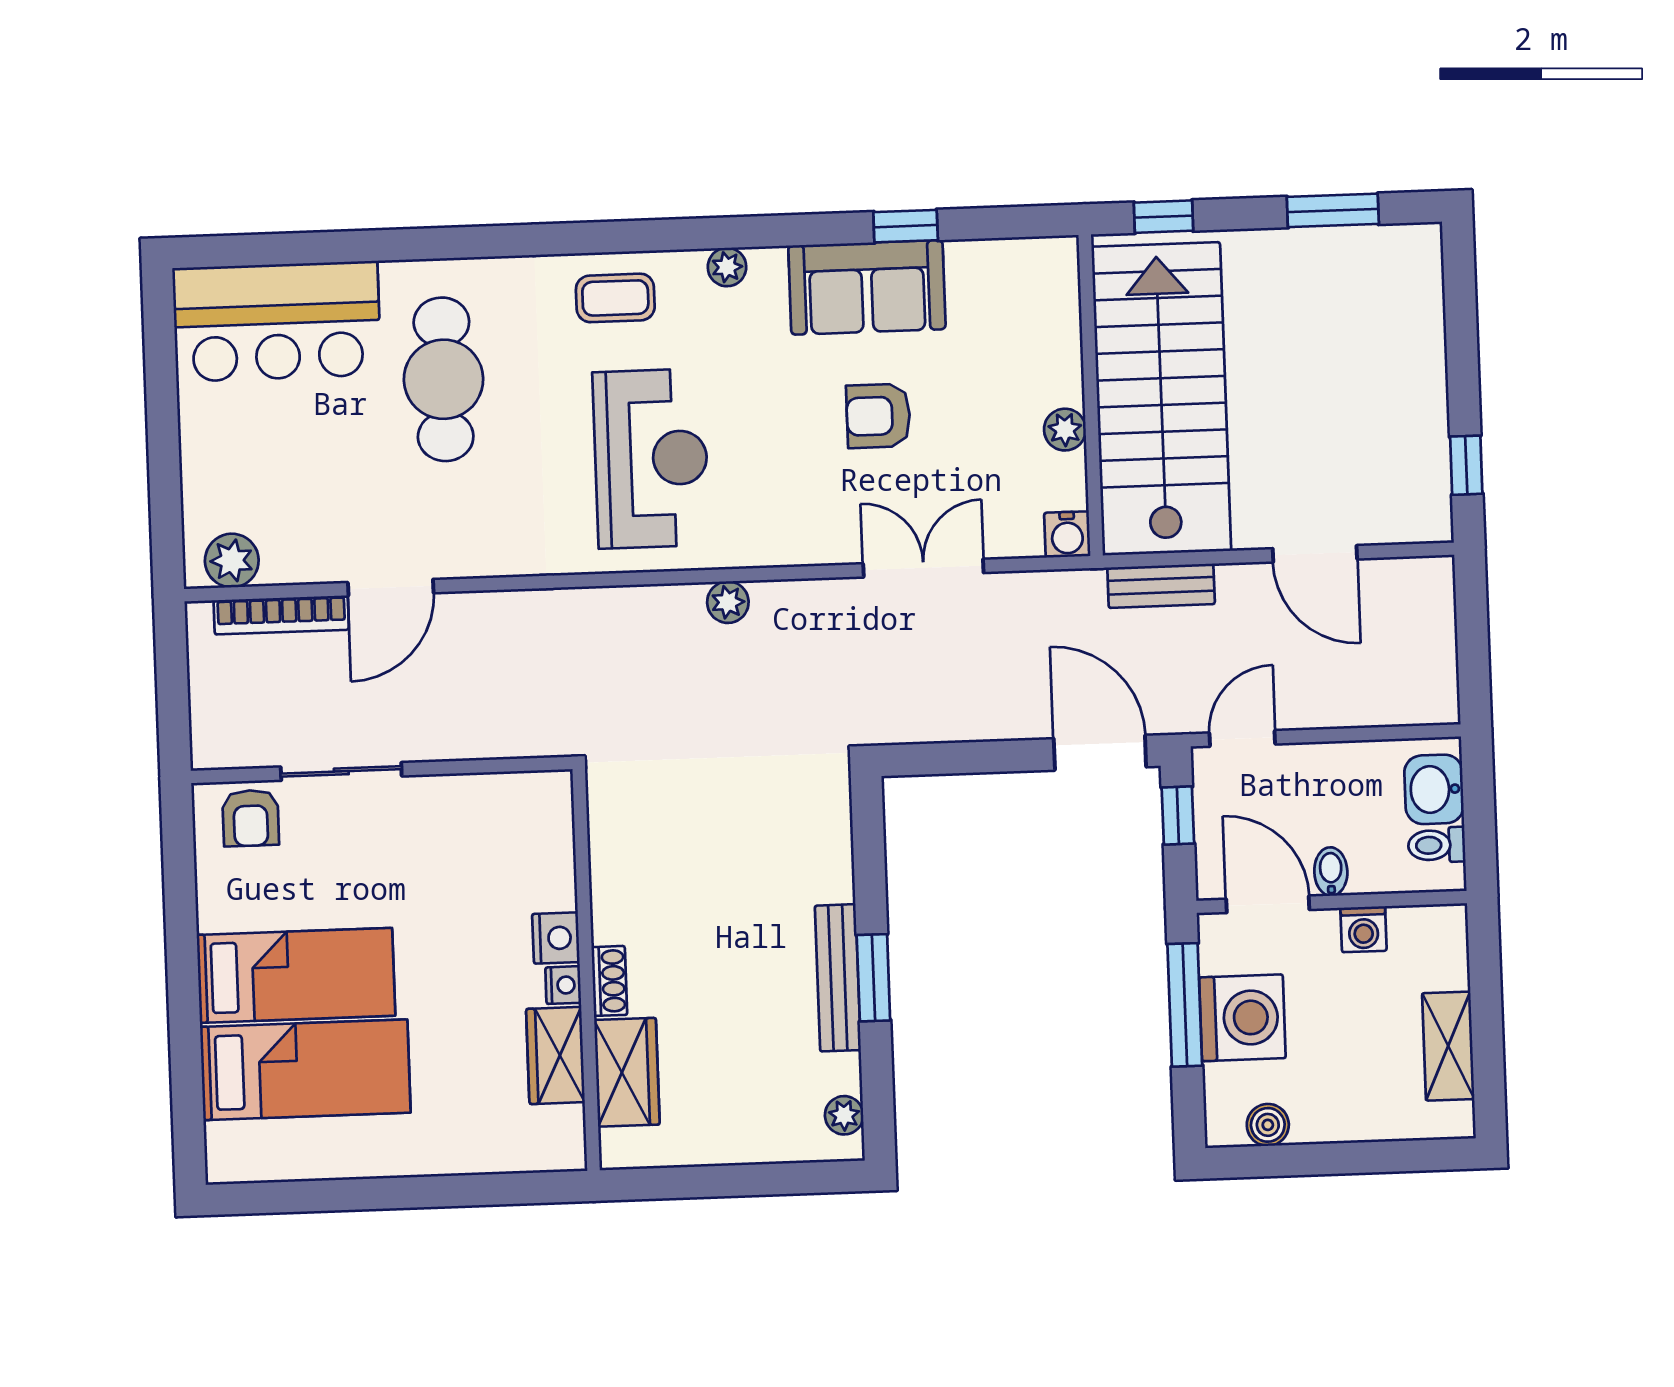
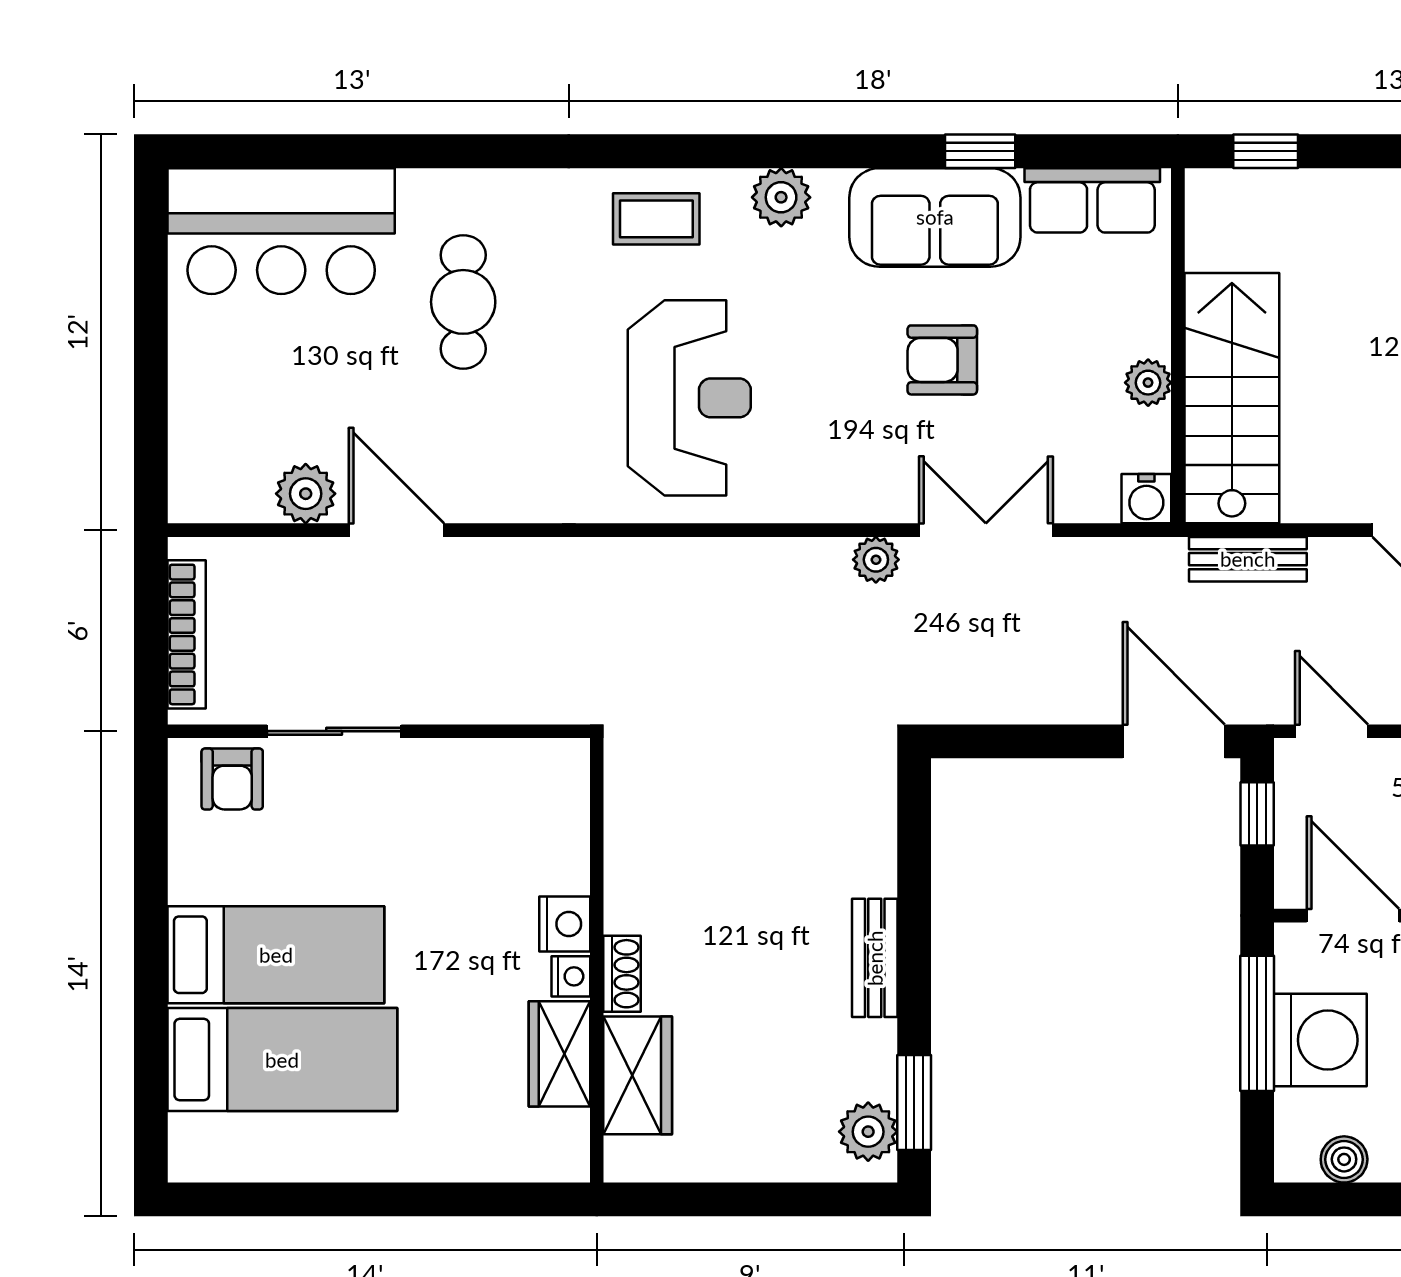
plant: (727, 267) -> (781, 197), width x1.38, depth x1.38
row of seats: (1009, 267) -> (1092, 200), added
cafe table: (444, 379) -> (463, 302), width x0.73, depth x0.74
stairs: (1161, 399) -> (1232, 398), width x0.73, depth x0.66
plant: (232, 561) -> (306, 494), moved
door: (391, 588) -> (396, 530), swing flipped
plant: (728, 602) -> (876, 560), moved
bookcase: (281, 615) -> (187, 634), moved, turned -90
door: (1242, 738) -> (1331, 731), hinge flipped
bench: (838, 978) -> (875, 958), width x0.73
window: (873, 978) -> (914, 1102), moved
plant: (844, 1115) -> (868, 1132), width x1.38, depth x1.38

